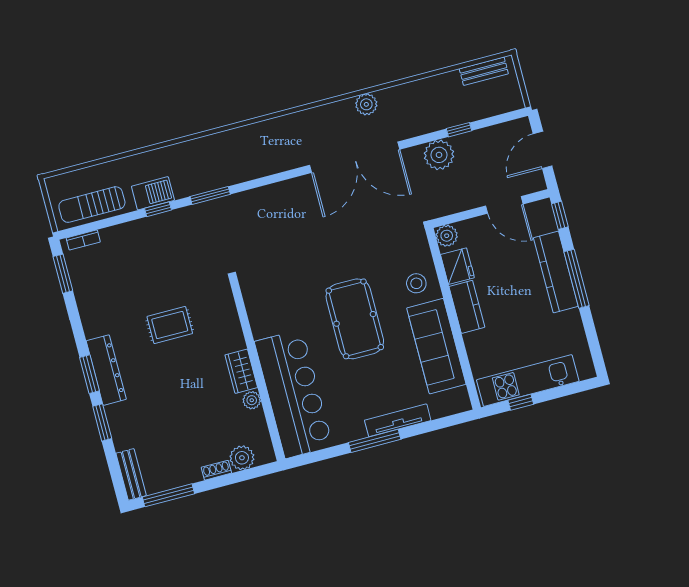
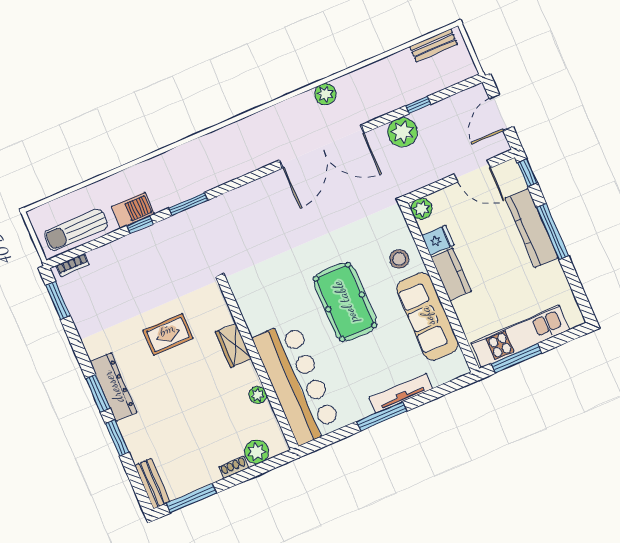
fridge: (457, 266) -> (438, 240), width x0.72
wardrobe: (241, 371) -> (233, 345), moved
window: (521, 402) -> (517, 358), width x2.17

